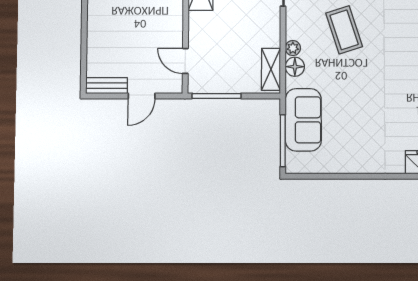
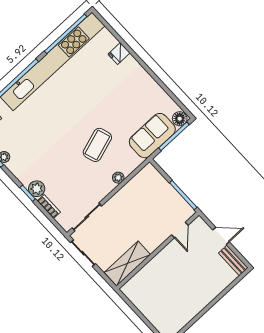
coffee table: (344, 30) -> (97, 145), moved
floor lamp: (295, 67) -> (180, 119), moved
shelving: (271, 69) -> (141, 179), removed

